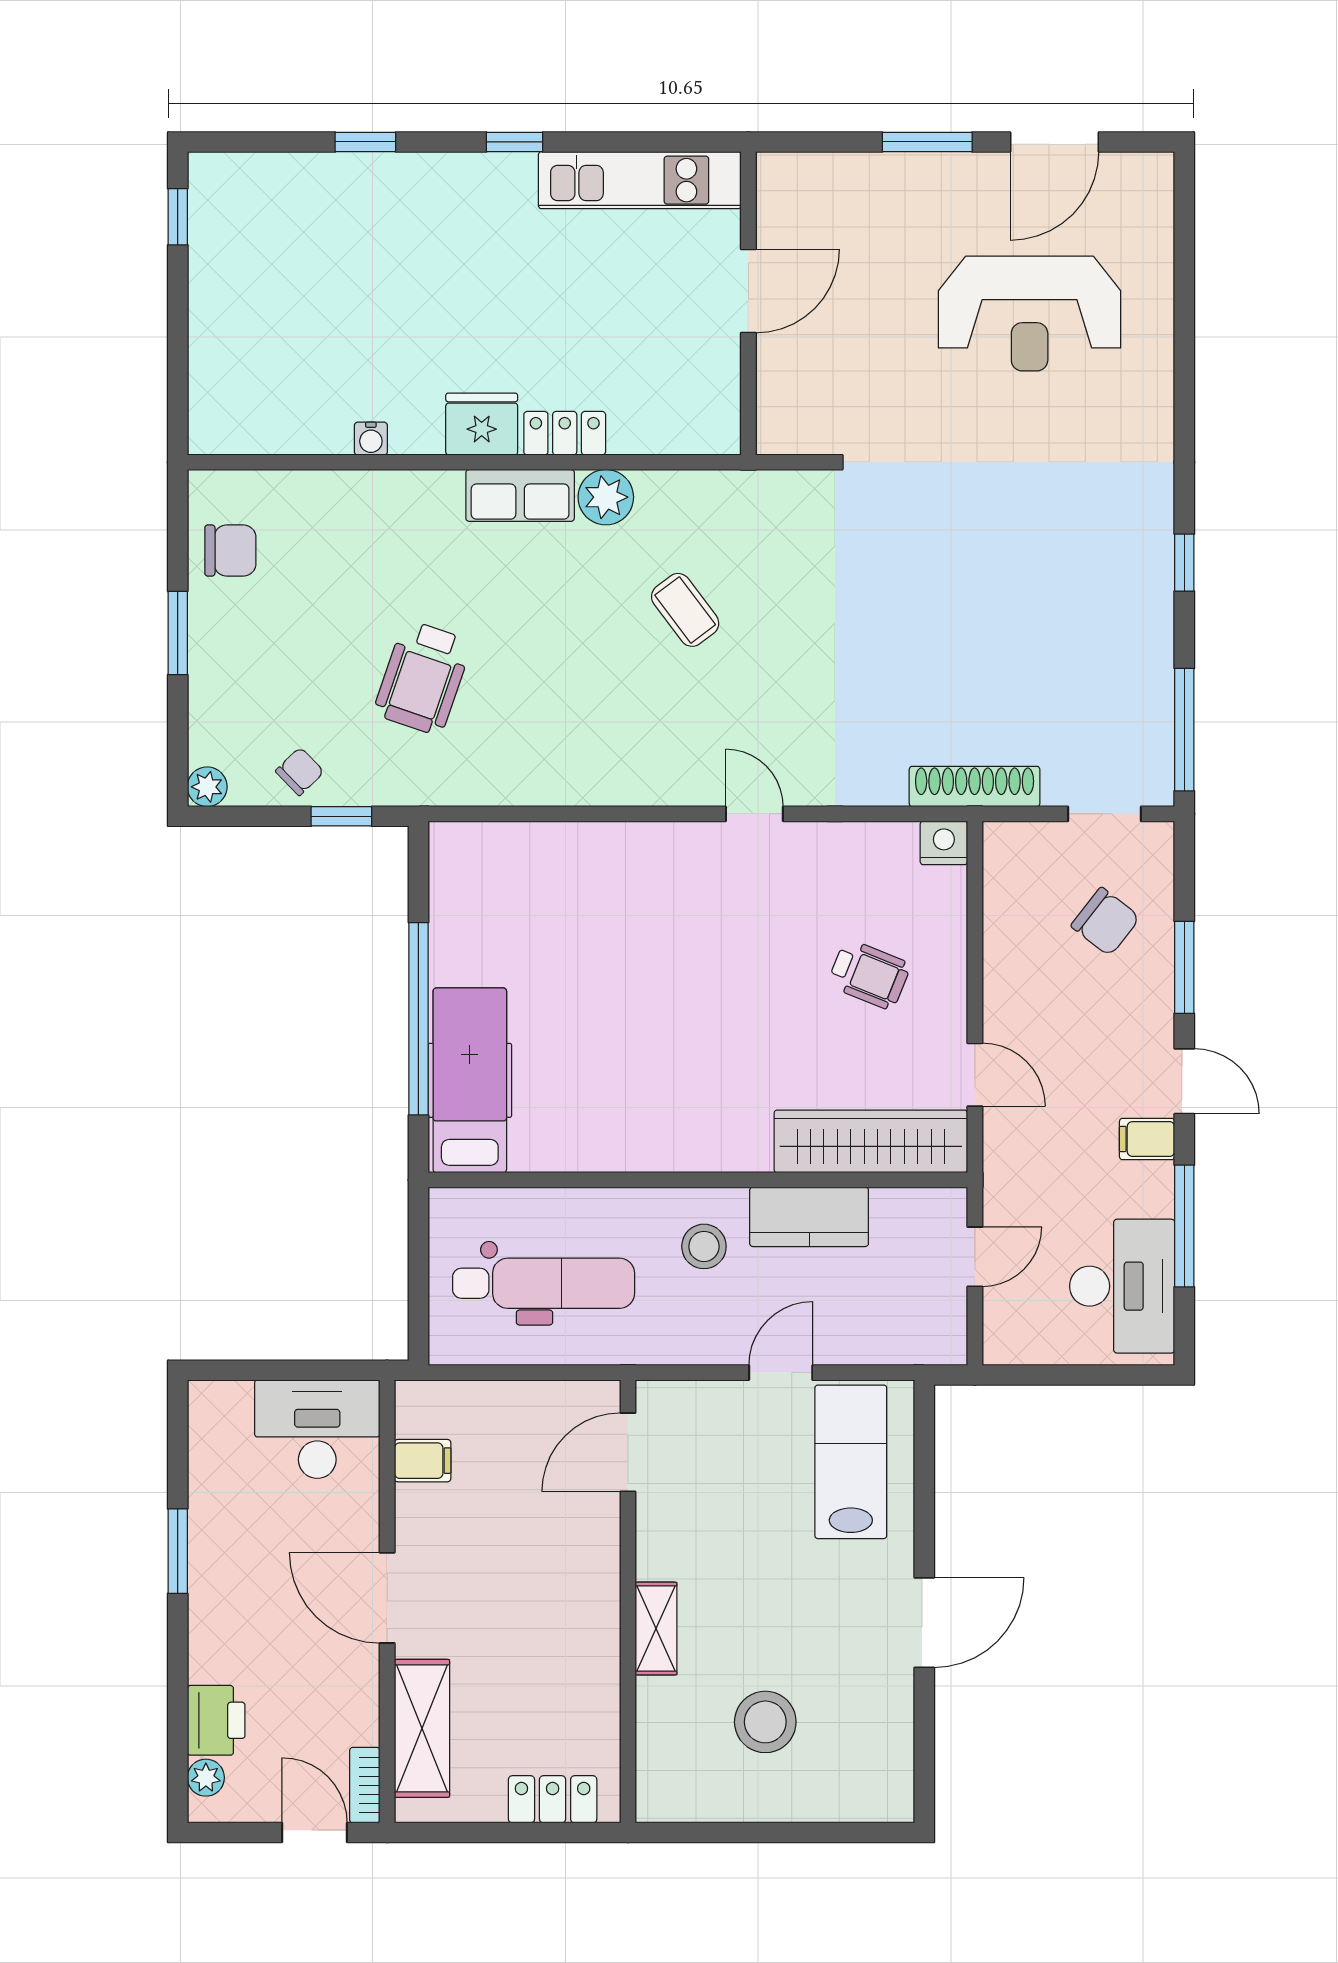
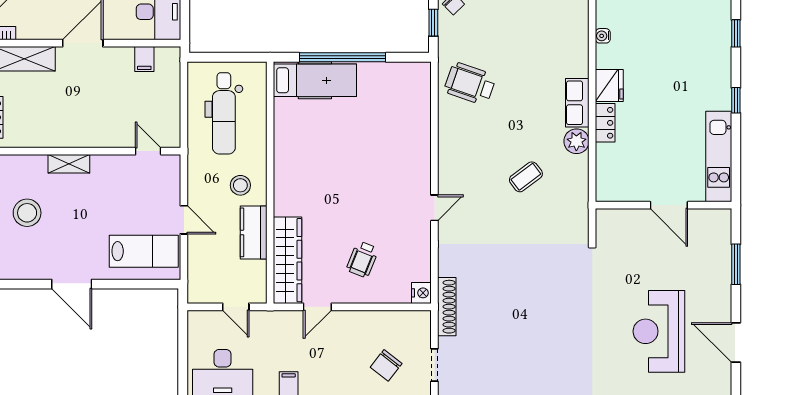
window: (927, 142) -> (736, 264), moved
wheelchair: (423, 678) -> (470, 84), moved
door: (628, 1452) -> (148, 151), width x0.73

